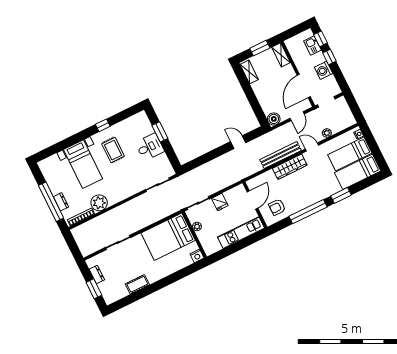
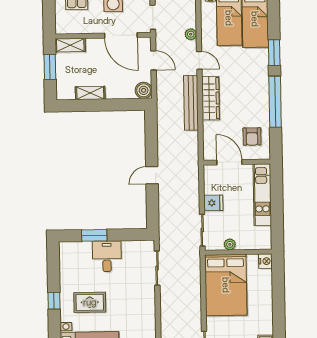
shelving: (249, 72) -> (90, 93), moved
door: (238, 142) -> (152, 175), moved
door: (312, 147) -> (199, 60), swing flipped

